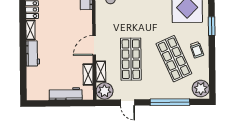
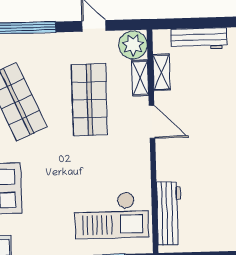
door: (94, 45) -> (152, 122), hinge flipped

